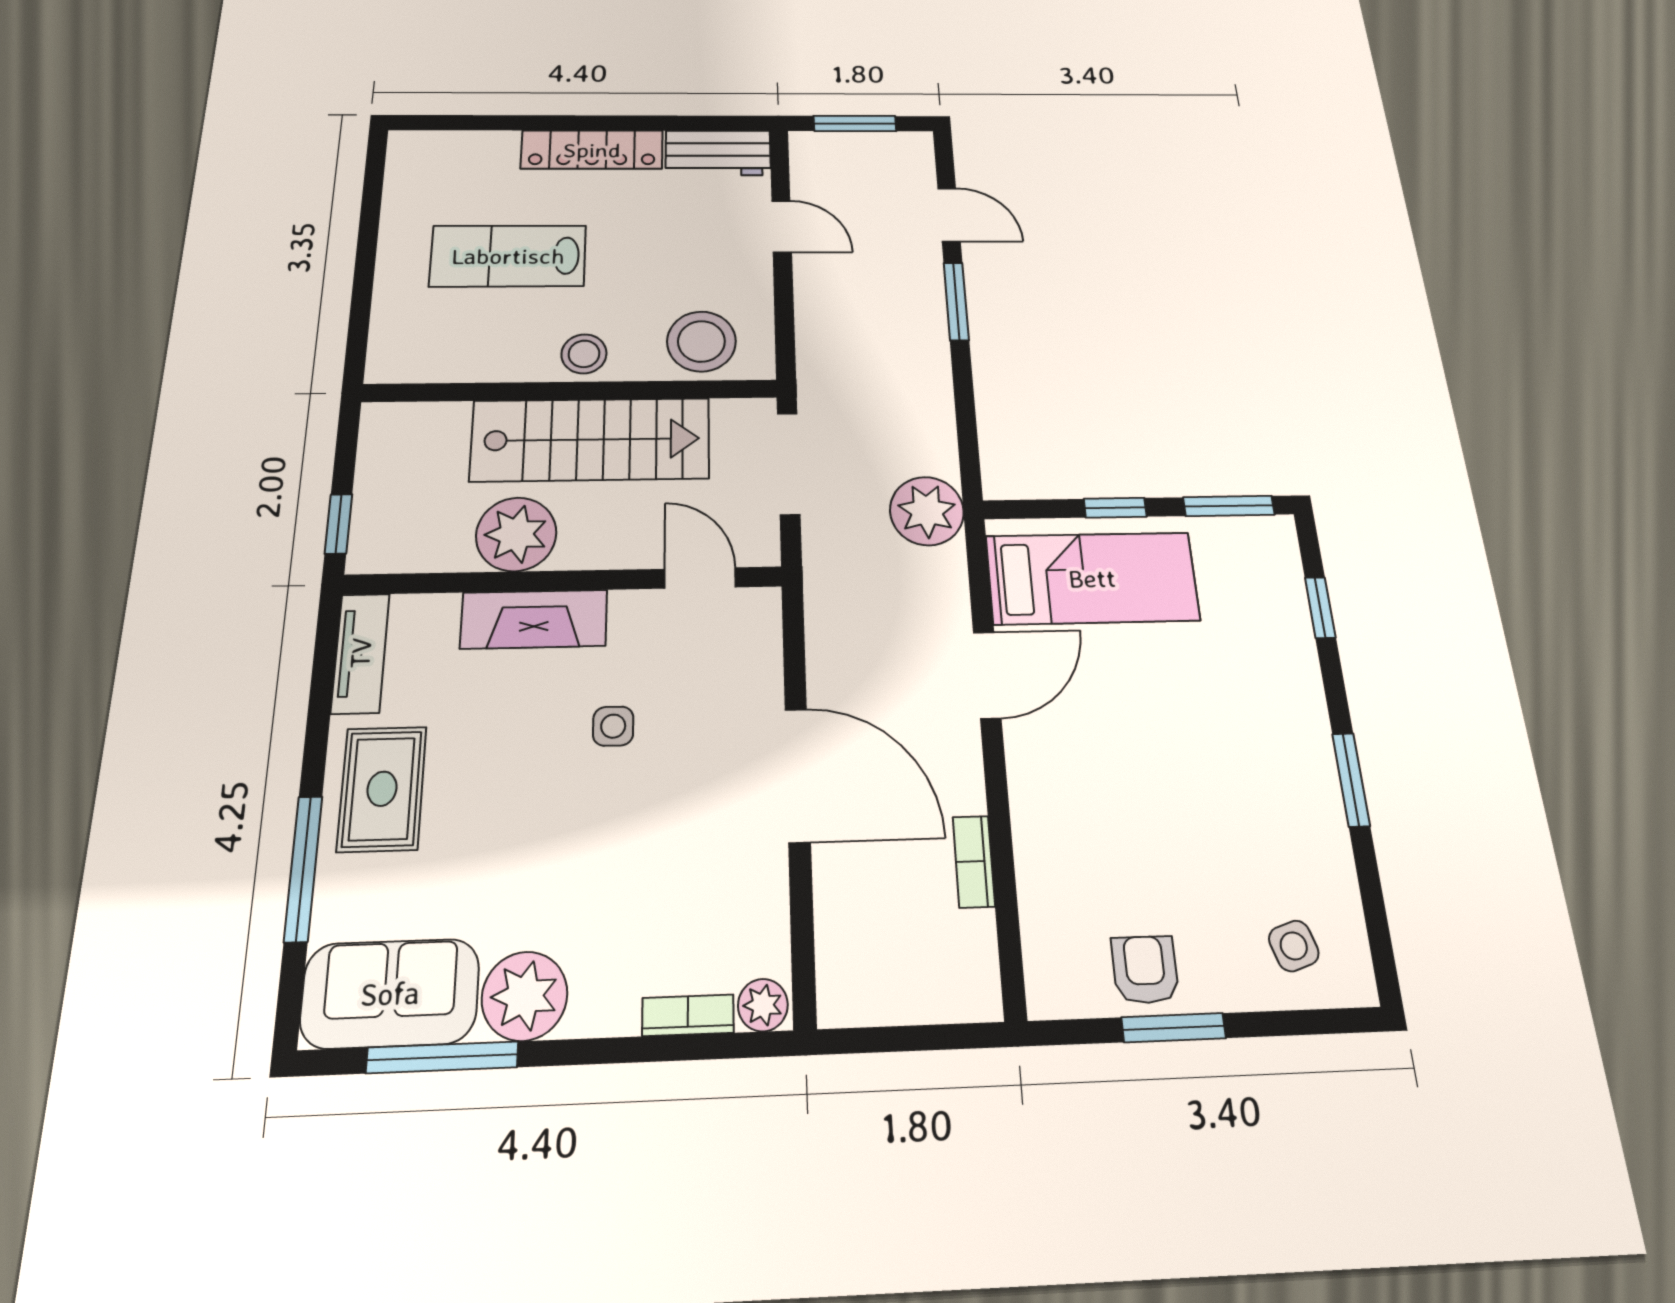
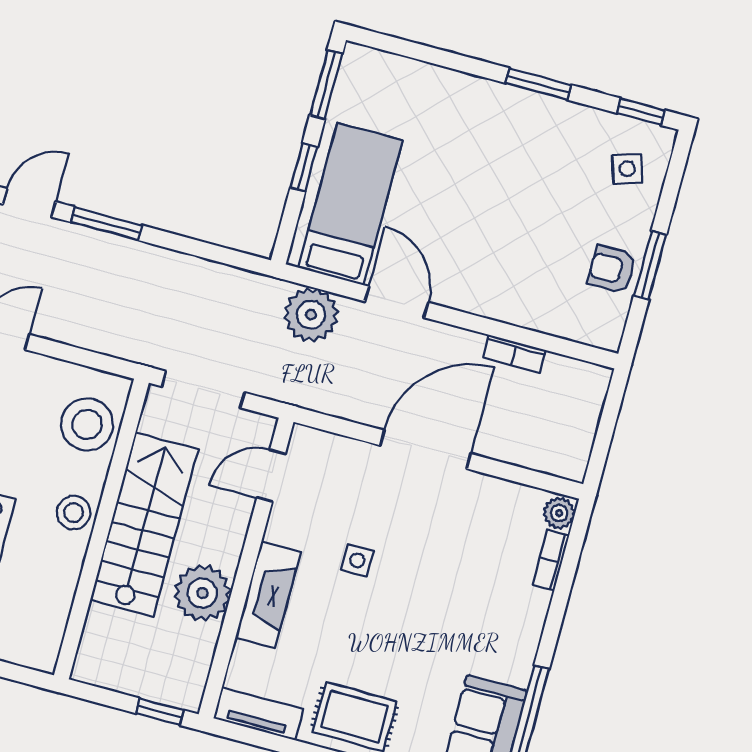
plant: (927, 511) -> (311, 315), moved
window: (1320, 608) -> (641, 112), moved
plant: (525, 996) -> (509, 655), removed

